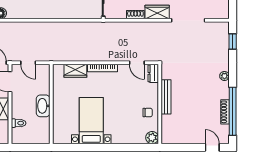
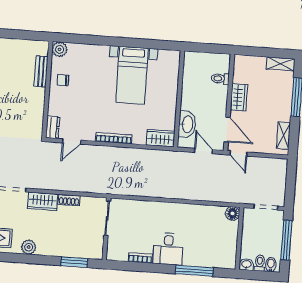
door: (137, 63) -> (72, 142), swing flipped
wardrobe: (75, 71) -> (161, 138), moved
bench: (166, 97) -> (41, 71), moved, width x0.73
washbasin: (43, 106) -> (187, 124), moved

